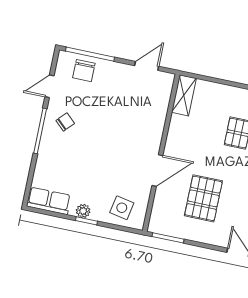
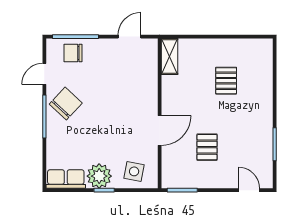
chair: (84, 71) -> (73, 53), turned 90
chair: (65, 122) -> (66, 104), width x1.87, depth x1.87
pallet: (203, 198) -> (207, 147), width x0.67, depth x0.71
plant: (83, 211) -> (99, 176), width x1.88, depth x1.88

